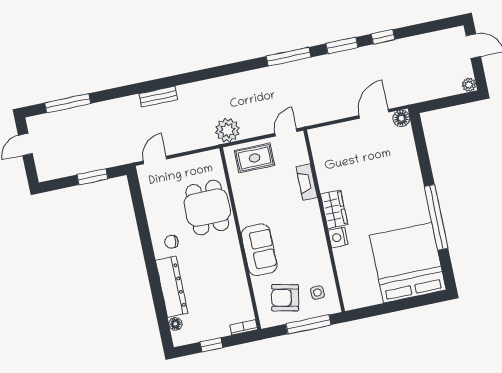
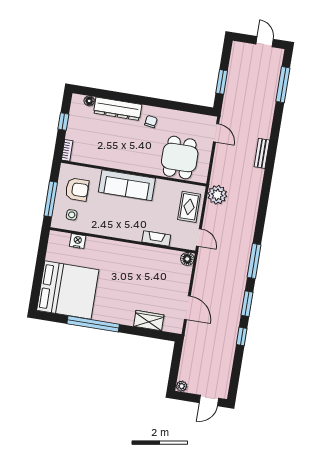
floor lamp: (401, 118) -> (187, 259), moved
dining table: (207, 208) -> (180, 158), moved, turned 90
wardrobe: (334, 209) -> (149, 321), moved, turned 180
nightstand: (338, 237) -> (78, 241), moved
sofa: (259, 250) -> (127, 185), width x1.36
armchair: (285, 298) -> (77, 189), turned 78

